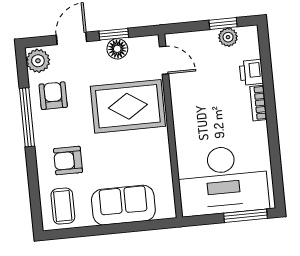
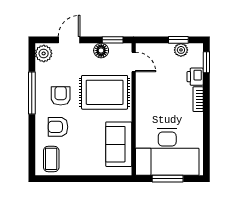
window: (114, 34) -> (113, 40), moved
window: (265, 51) -> (206, 62), added
armchair: (53, 96) -> (61, 96), moved
sofa: (123, 205) -> (119, 144), moved, turned -90
window: (246, 216) -> (168, 179), moved

